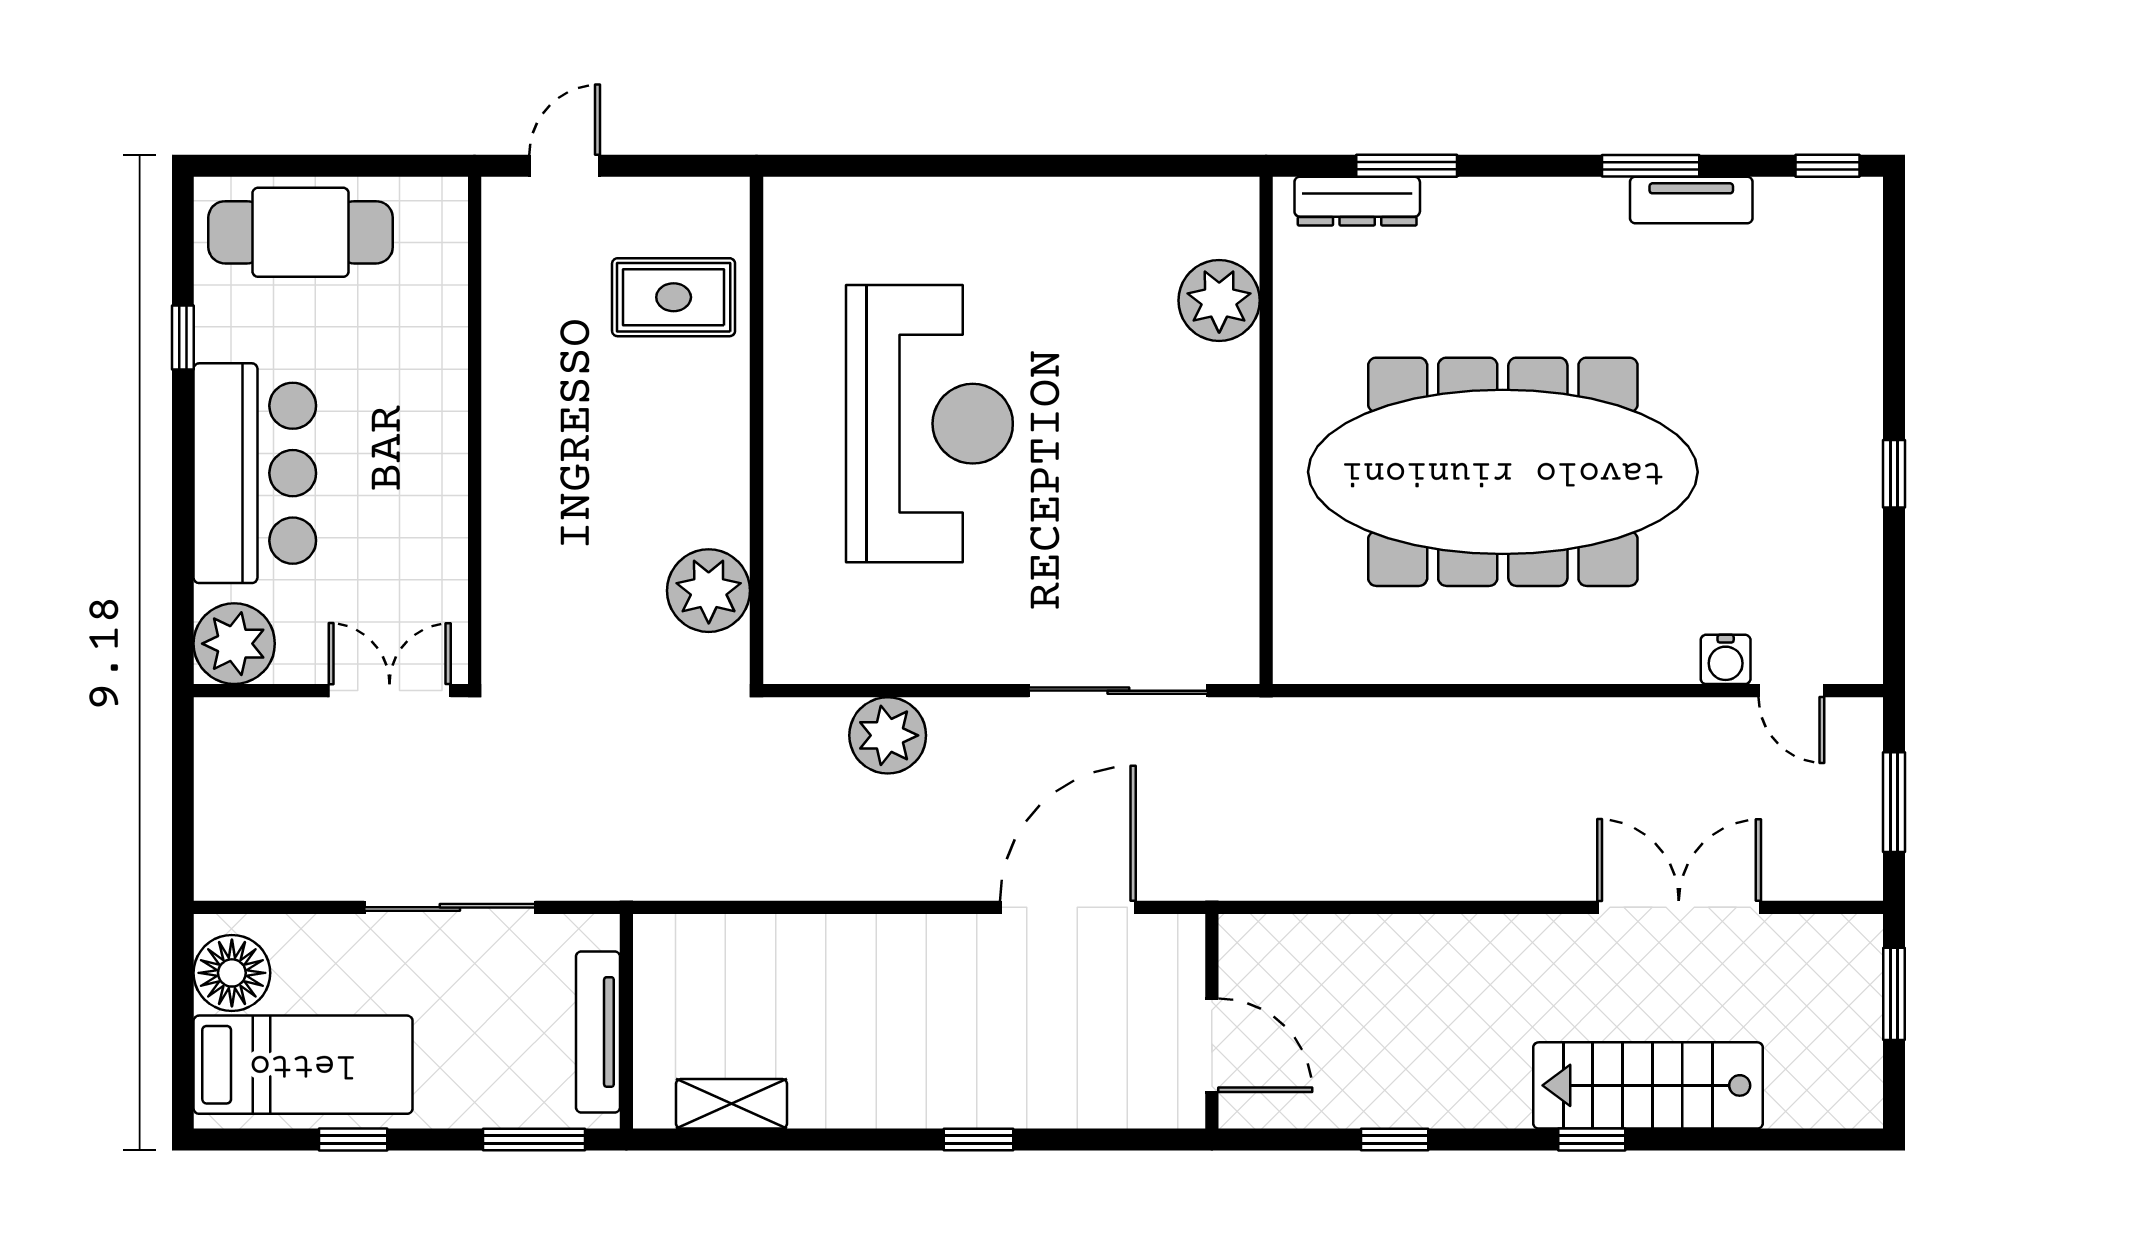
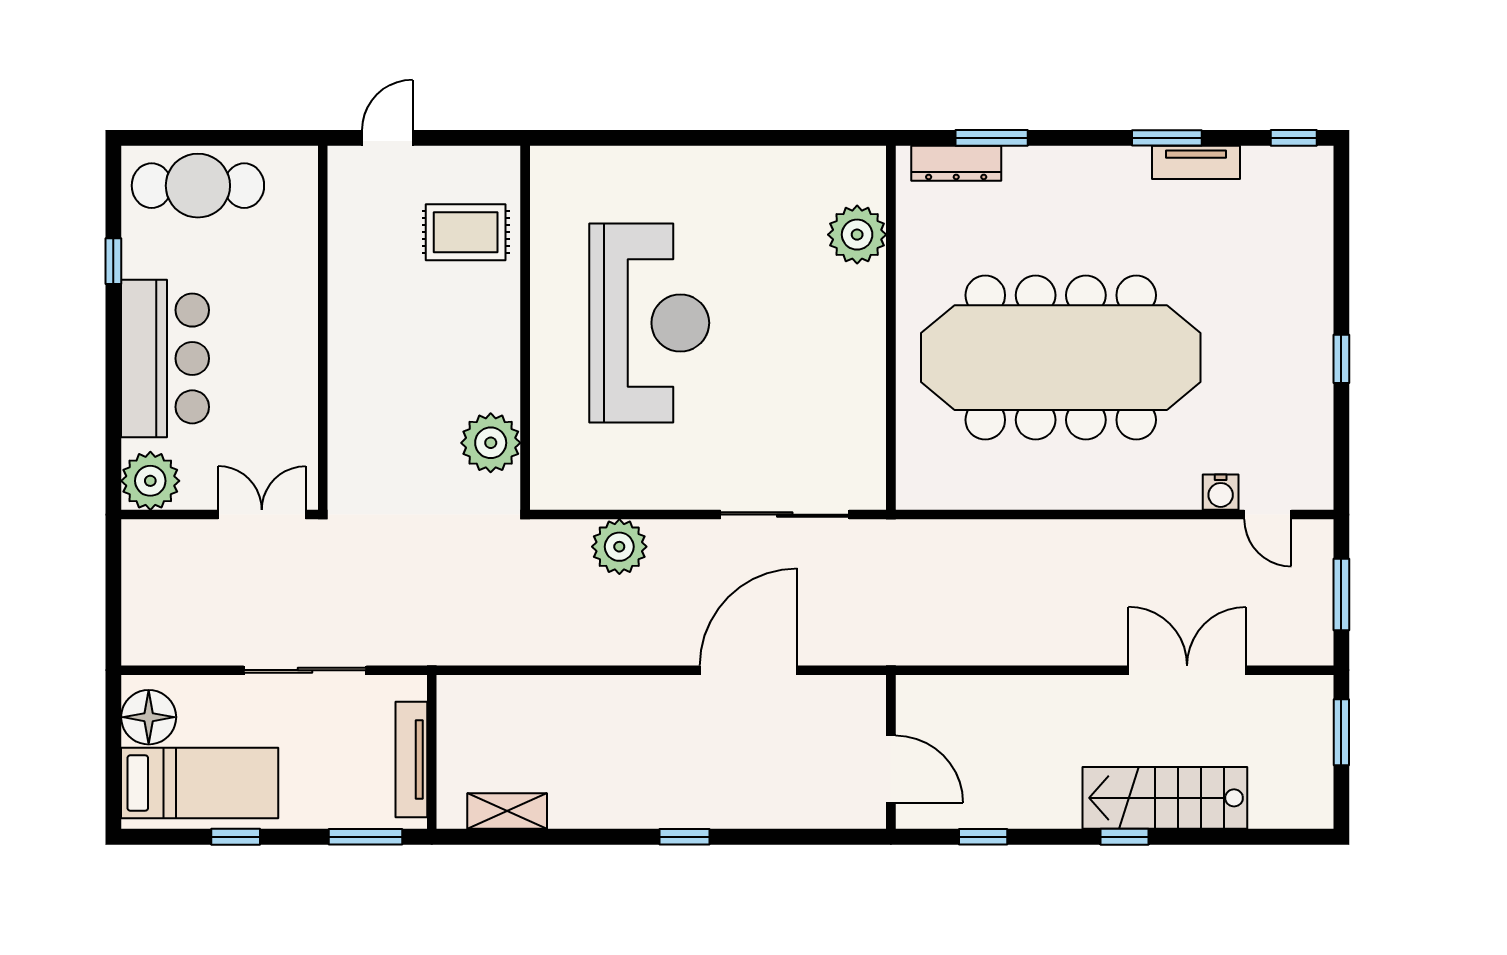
wall: (1212, 1021) -> (891, 752), moved
door: (1212, 1045) -> (891, 769), moved

